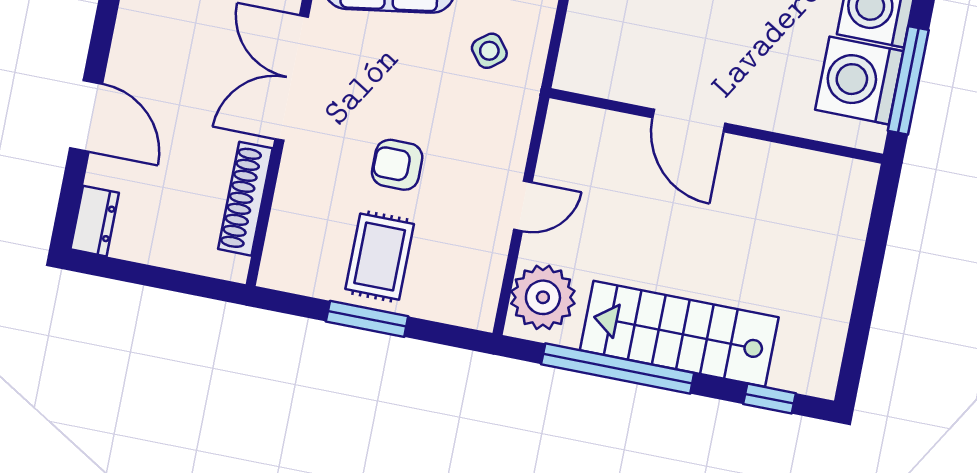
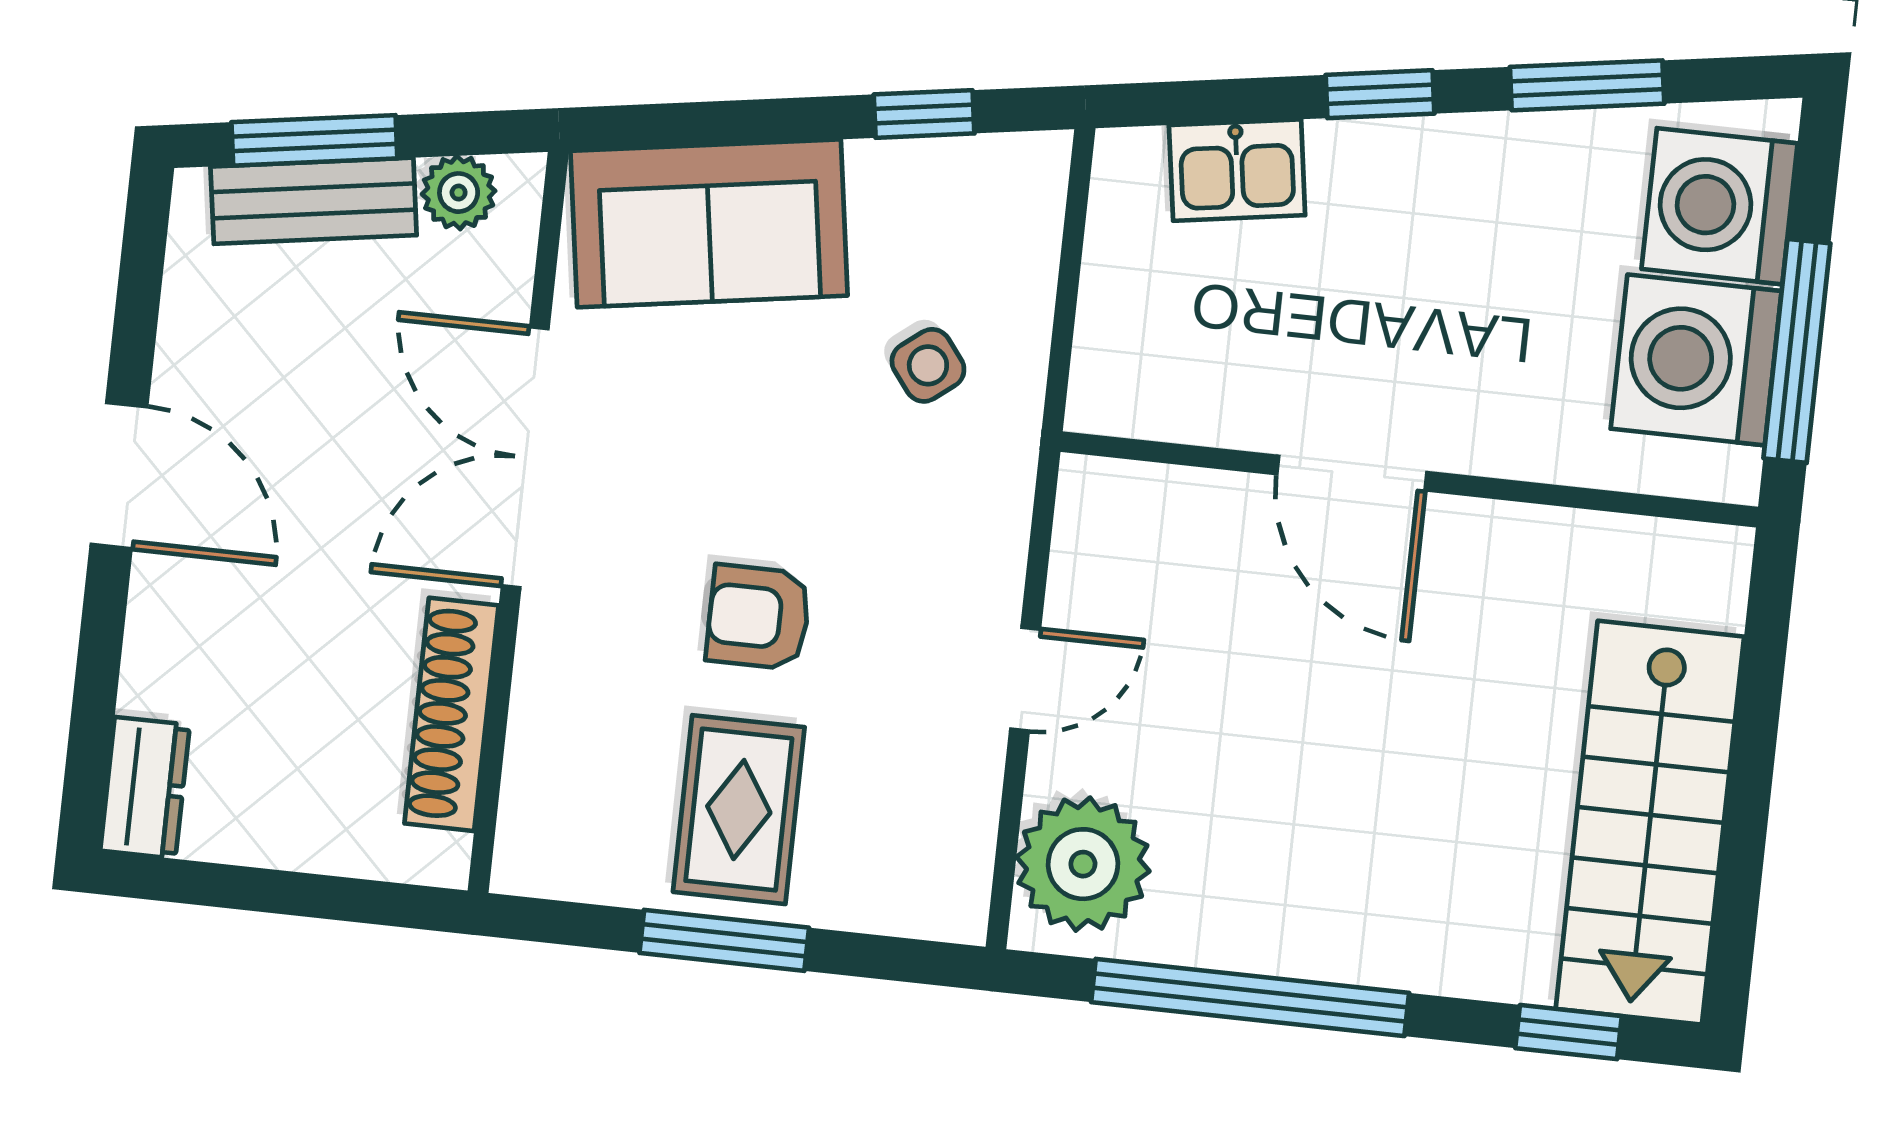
door: (86, 116) -> (119, 476), moved
stairs: (679, 334) -> (1650, 823), moved, turned -90

